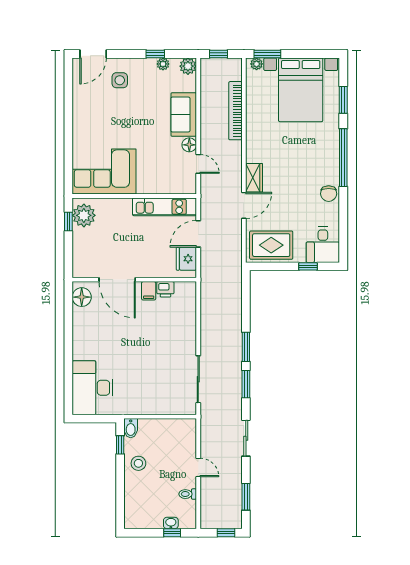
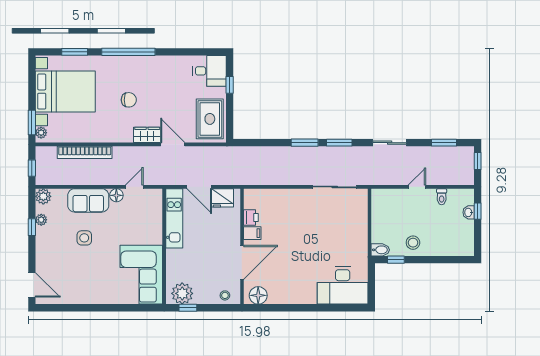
side table: (120, 80) -> (84, 238), moved
chair: (329, 194) -> (129, 100), moved
stool: (82, 261) -> (225, 295), added

